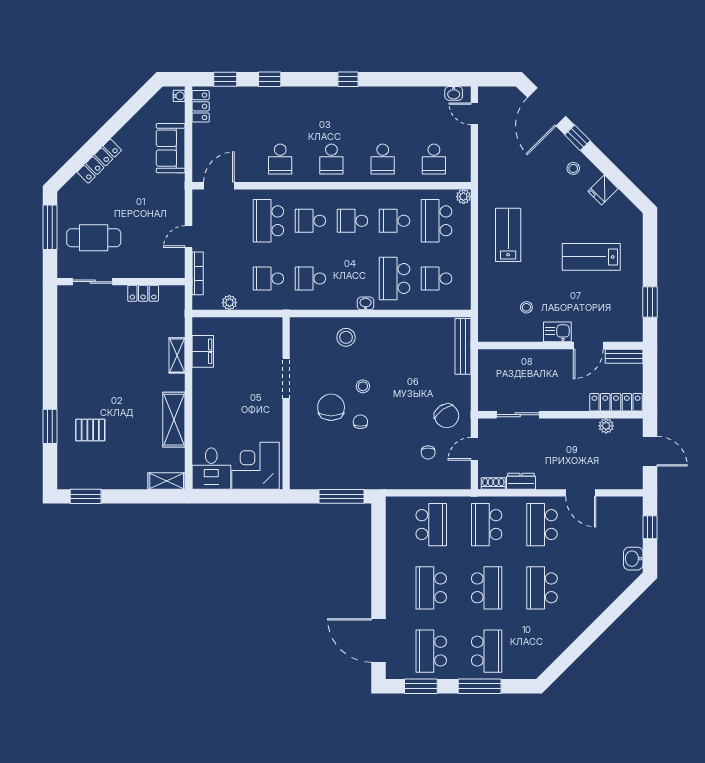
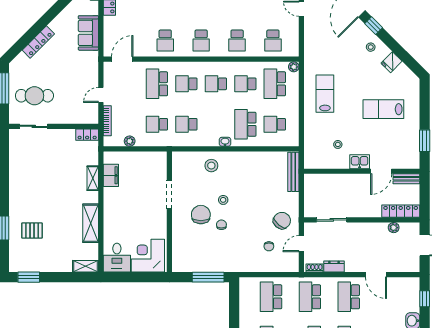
locker: (143, 293) -> (87, 135), moved
chair: (447, 416) -> (282, 221), turned -104
school desk: (431, 525) -> (271, 297), turned 180

